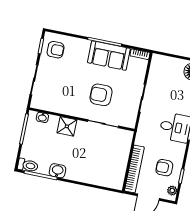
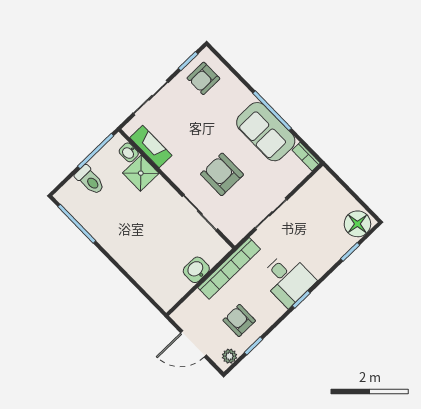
armchair: (56, 50) -> (203, 78), turned 90
fireplace: (52, 106) -> (151, 147), added
shower: (67, 126) -> (141, 173), moved
toilet: (28, 165) -> (90, 180), moved
bookcase: (134, 169) -> (229, 268), moved
washbasin: (57, 171) -> (196, 270), moved, turned -90

